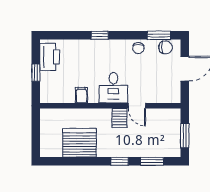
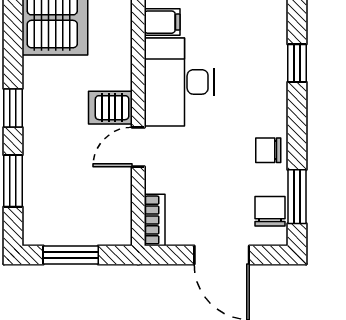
chair: (165, 47) -> (270, 211), turned 180
desk: (113, 88) -> (179, 82), width x1.37
bookcase: (169, 98) -> (155, 220), added

